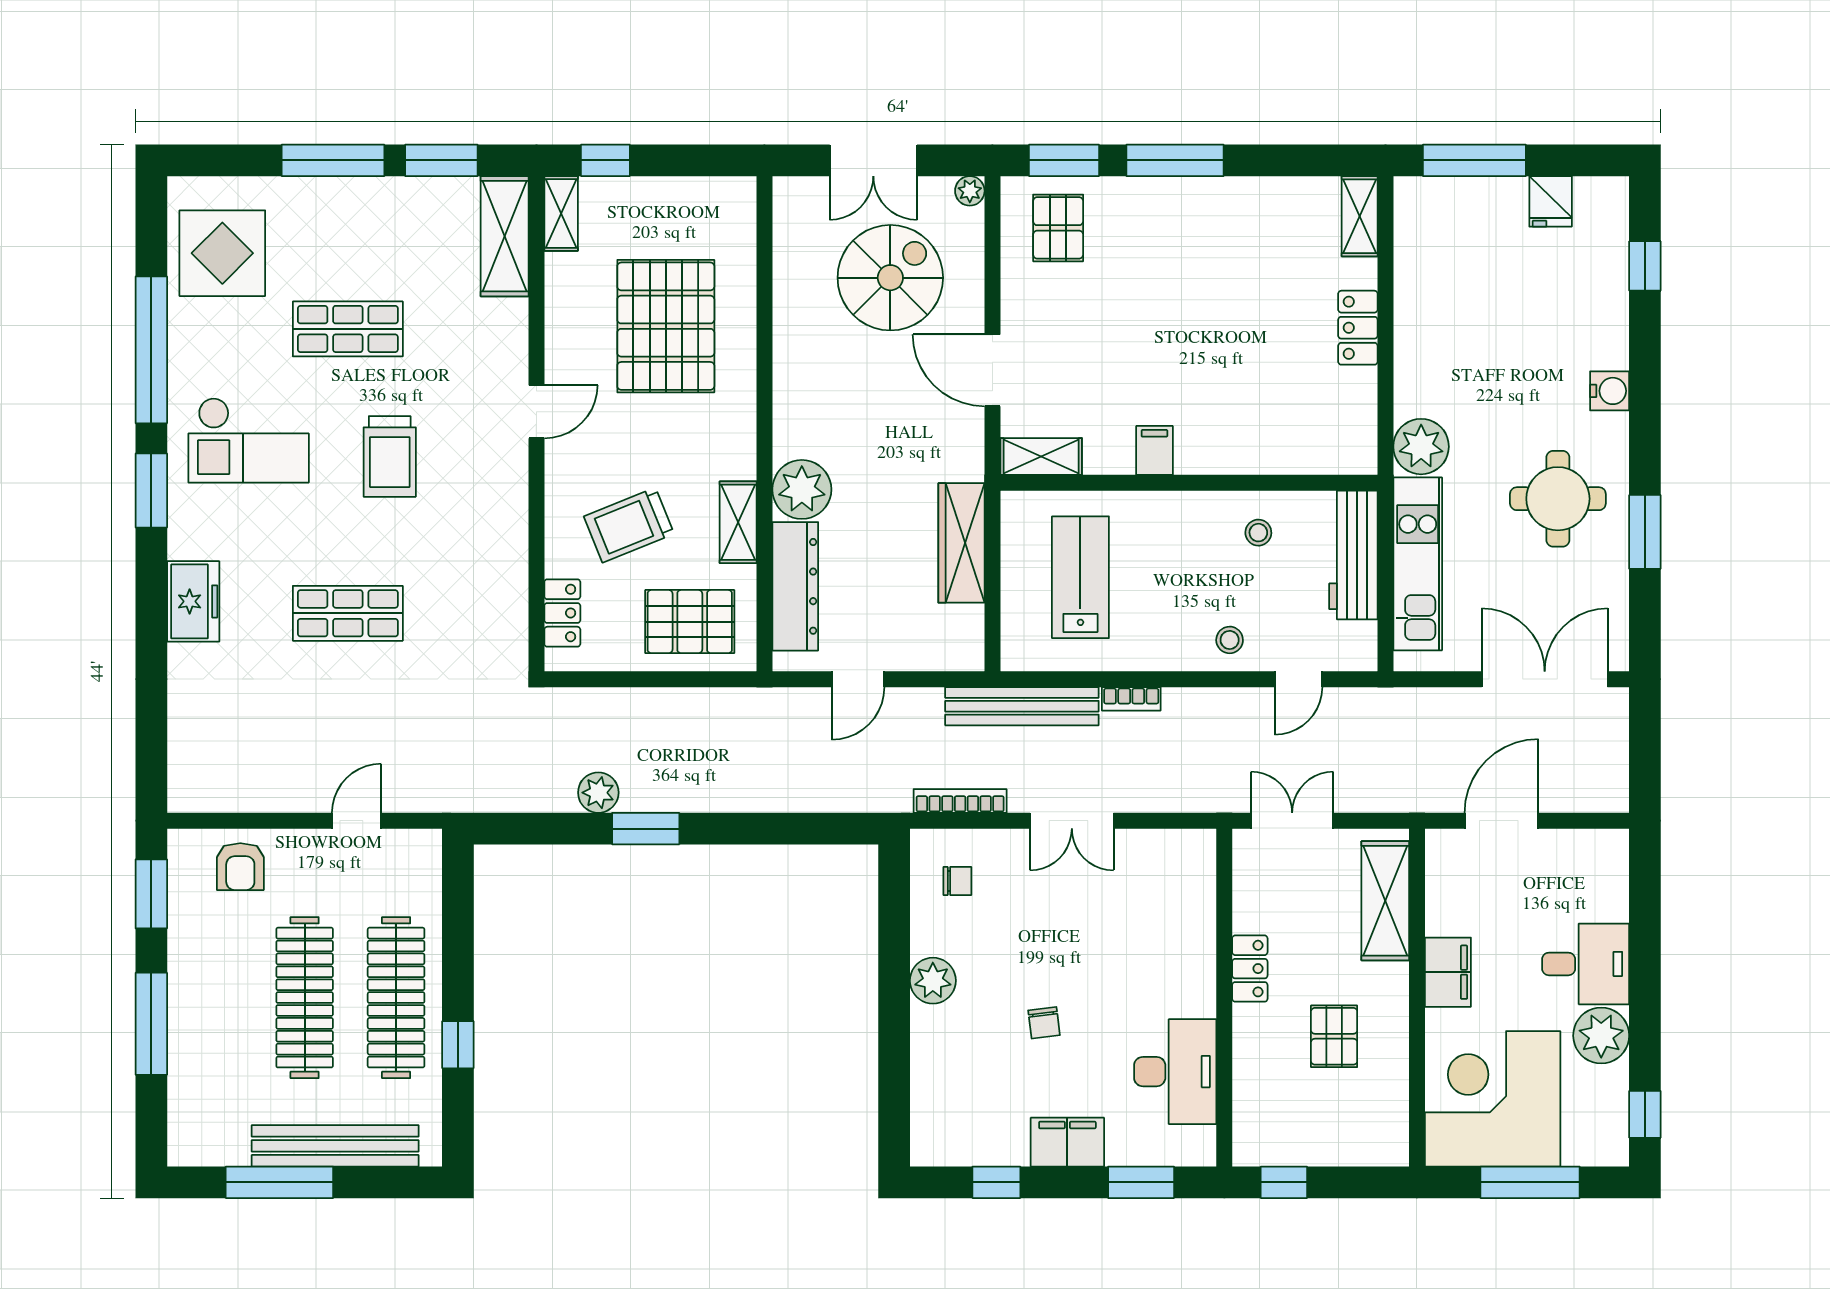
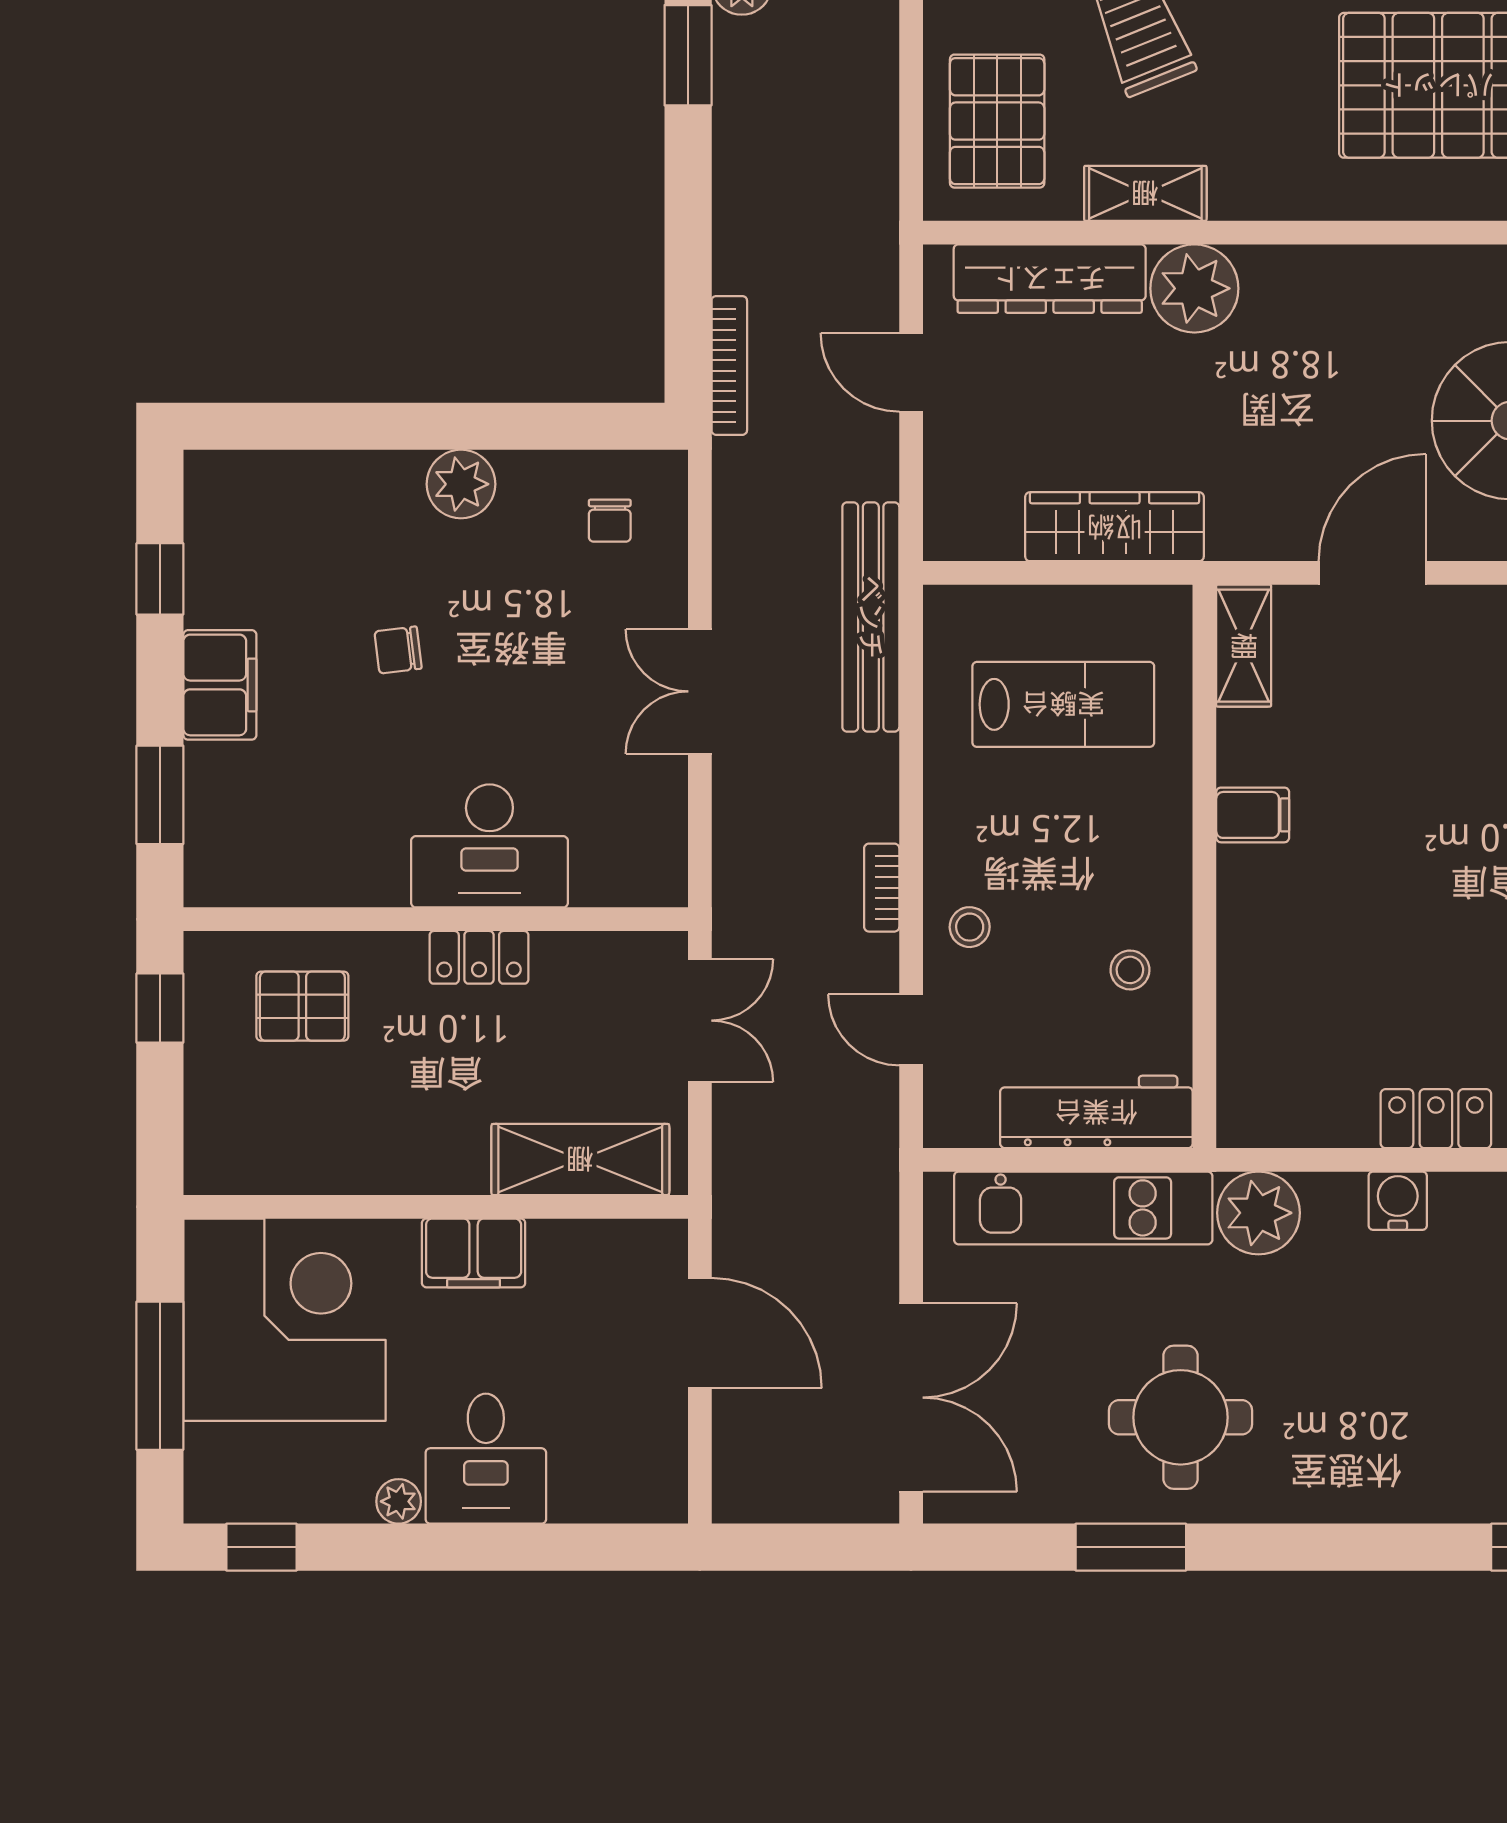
water cooler: (1610, 391) -> (1398, 1201), moved, turned 180
bookcase: (1131, 699) -> (882, 888), moved
bookcase: (960, 801) -> (729, 365), moved
pallet: (1334, 1036) -> (302, 1006), moved
plant: (1601, 1036) -> (399, 1501), width x0.53, depth x0.53
desk: (1175, 1072) -> (489, 846), moved

